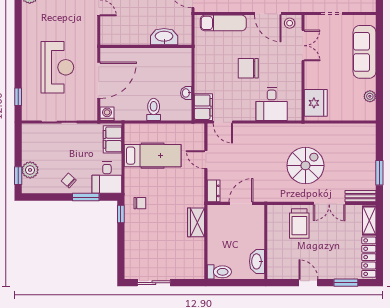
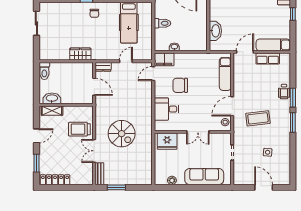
double door: (303, 46) -> (198, 132), moved
chair: (248, 68) -> (180, 85), moved, turned -90
shelving: (369, 220) -> (52, 111), moved

